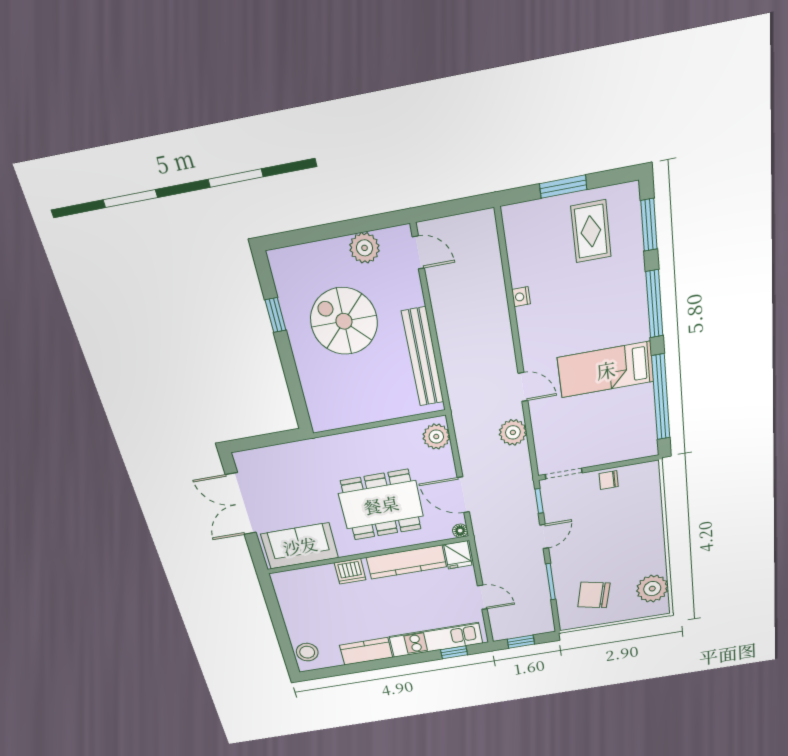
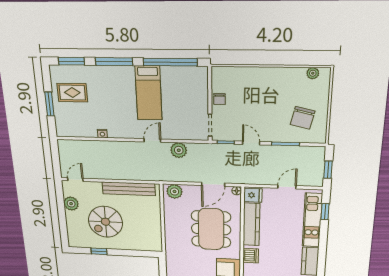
plant: (652, 589) -> (313, 73), width x0.53, depth x0.53

